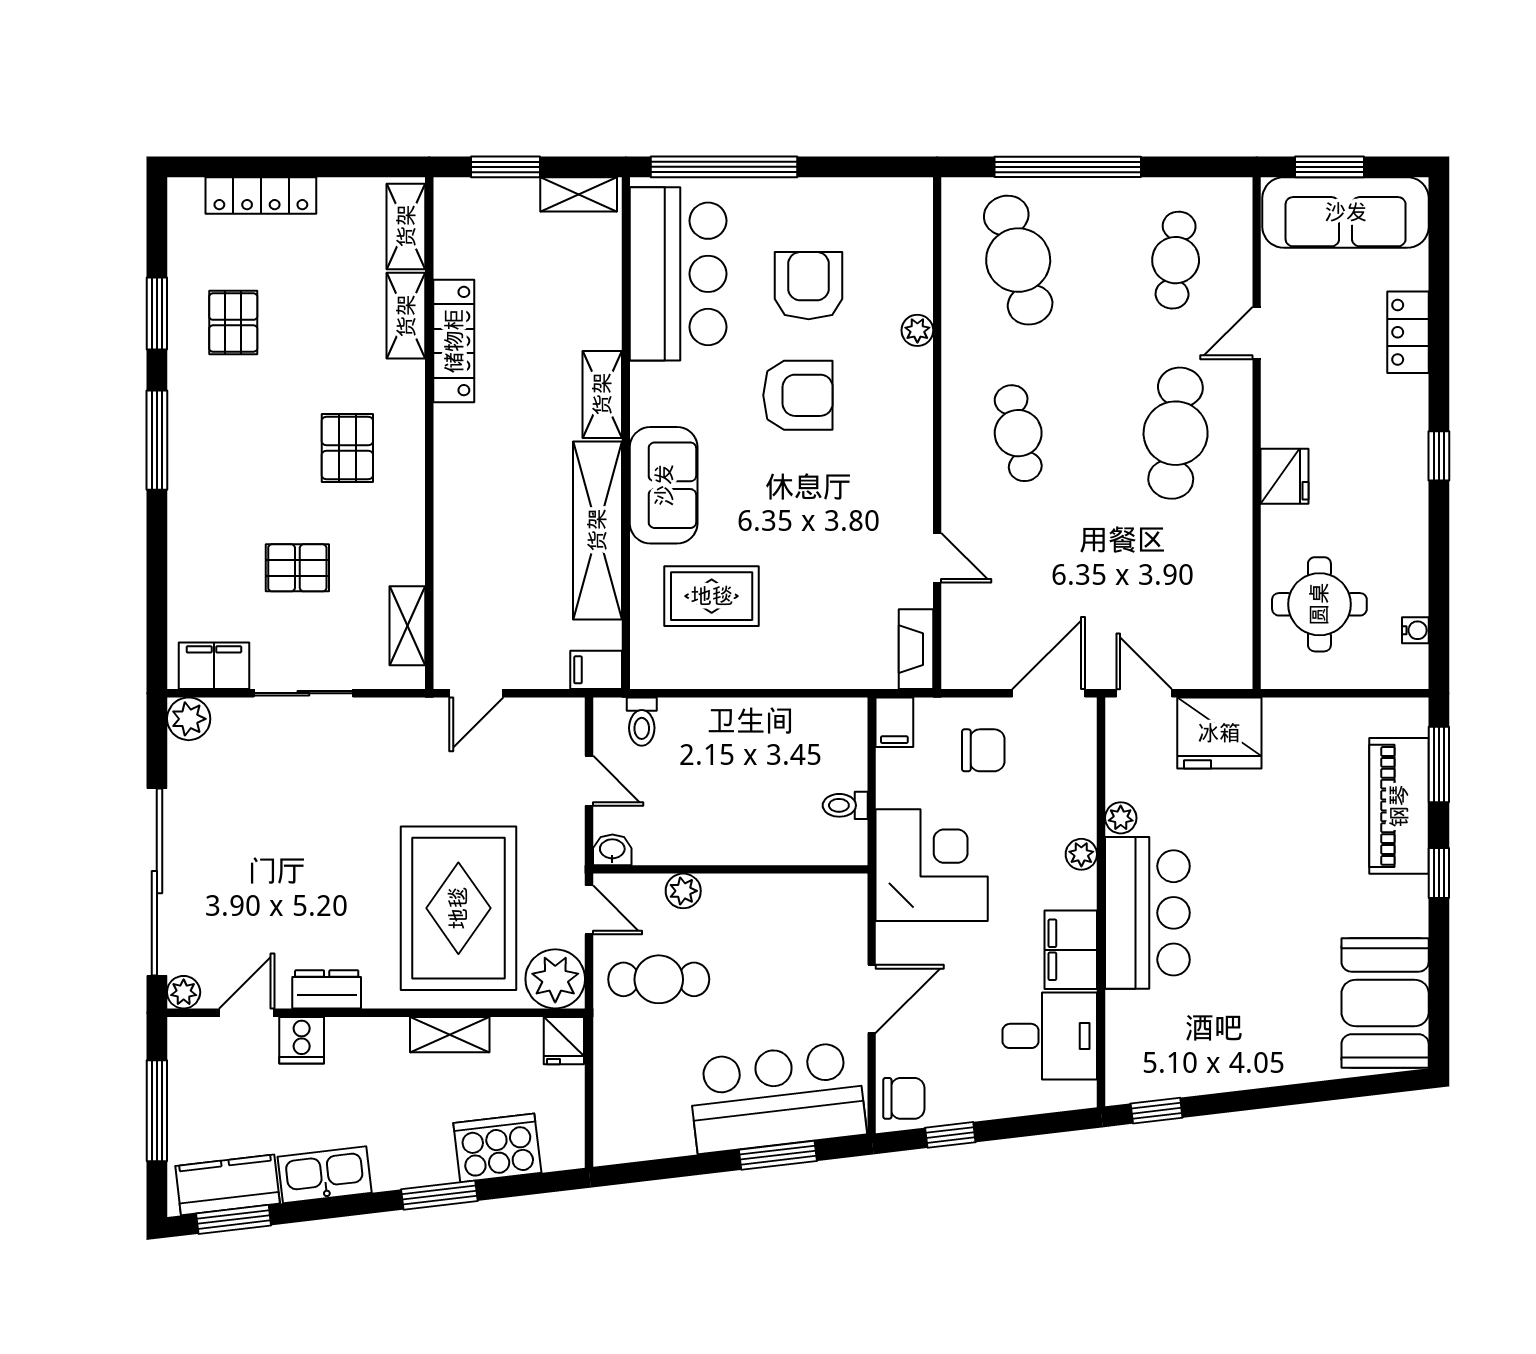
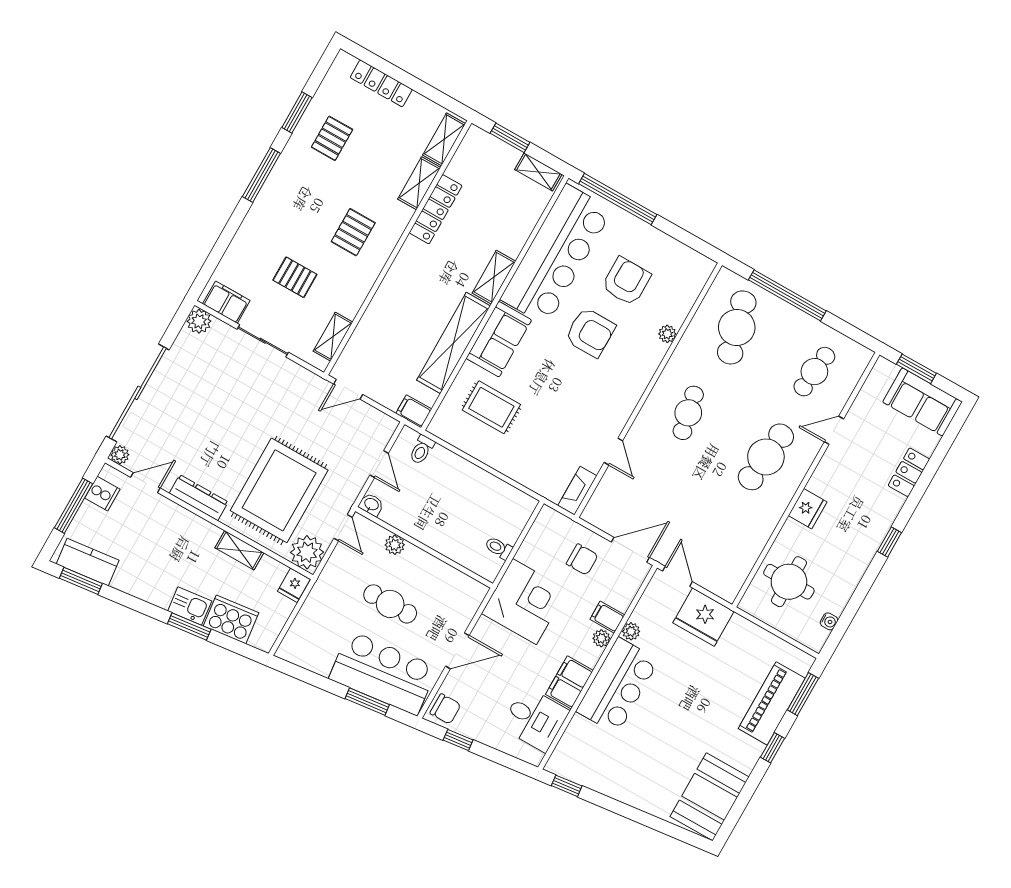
sofa: (1346, 212) -> (922, 402), width x0.73
bar counter: (678, 274) -> (556, 255), width x1.36
filing cabinet: (894, 722) -> (607, 617), moved, turned 90
cafe table: (659, 979) -> (390, 604), moved
dresser: (327, 989) -> (199, 498), width x1.44
cooker: (302, 1040) -> (102, 494), moved, turned -90
kitchen sink: (325, 1175) -> (190, 606), moved, width x0.73

